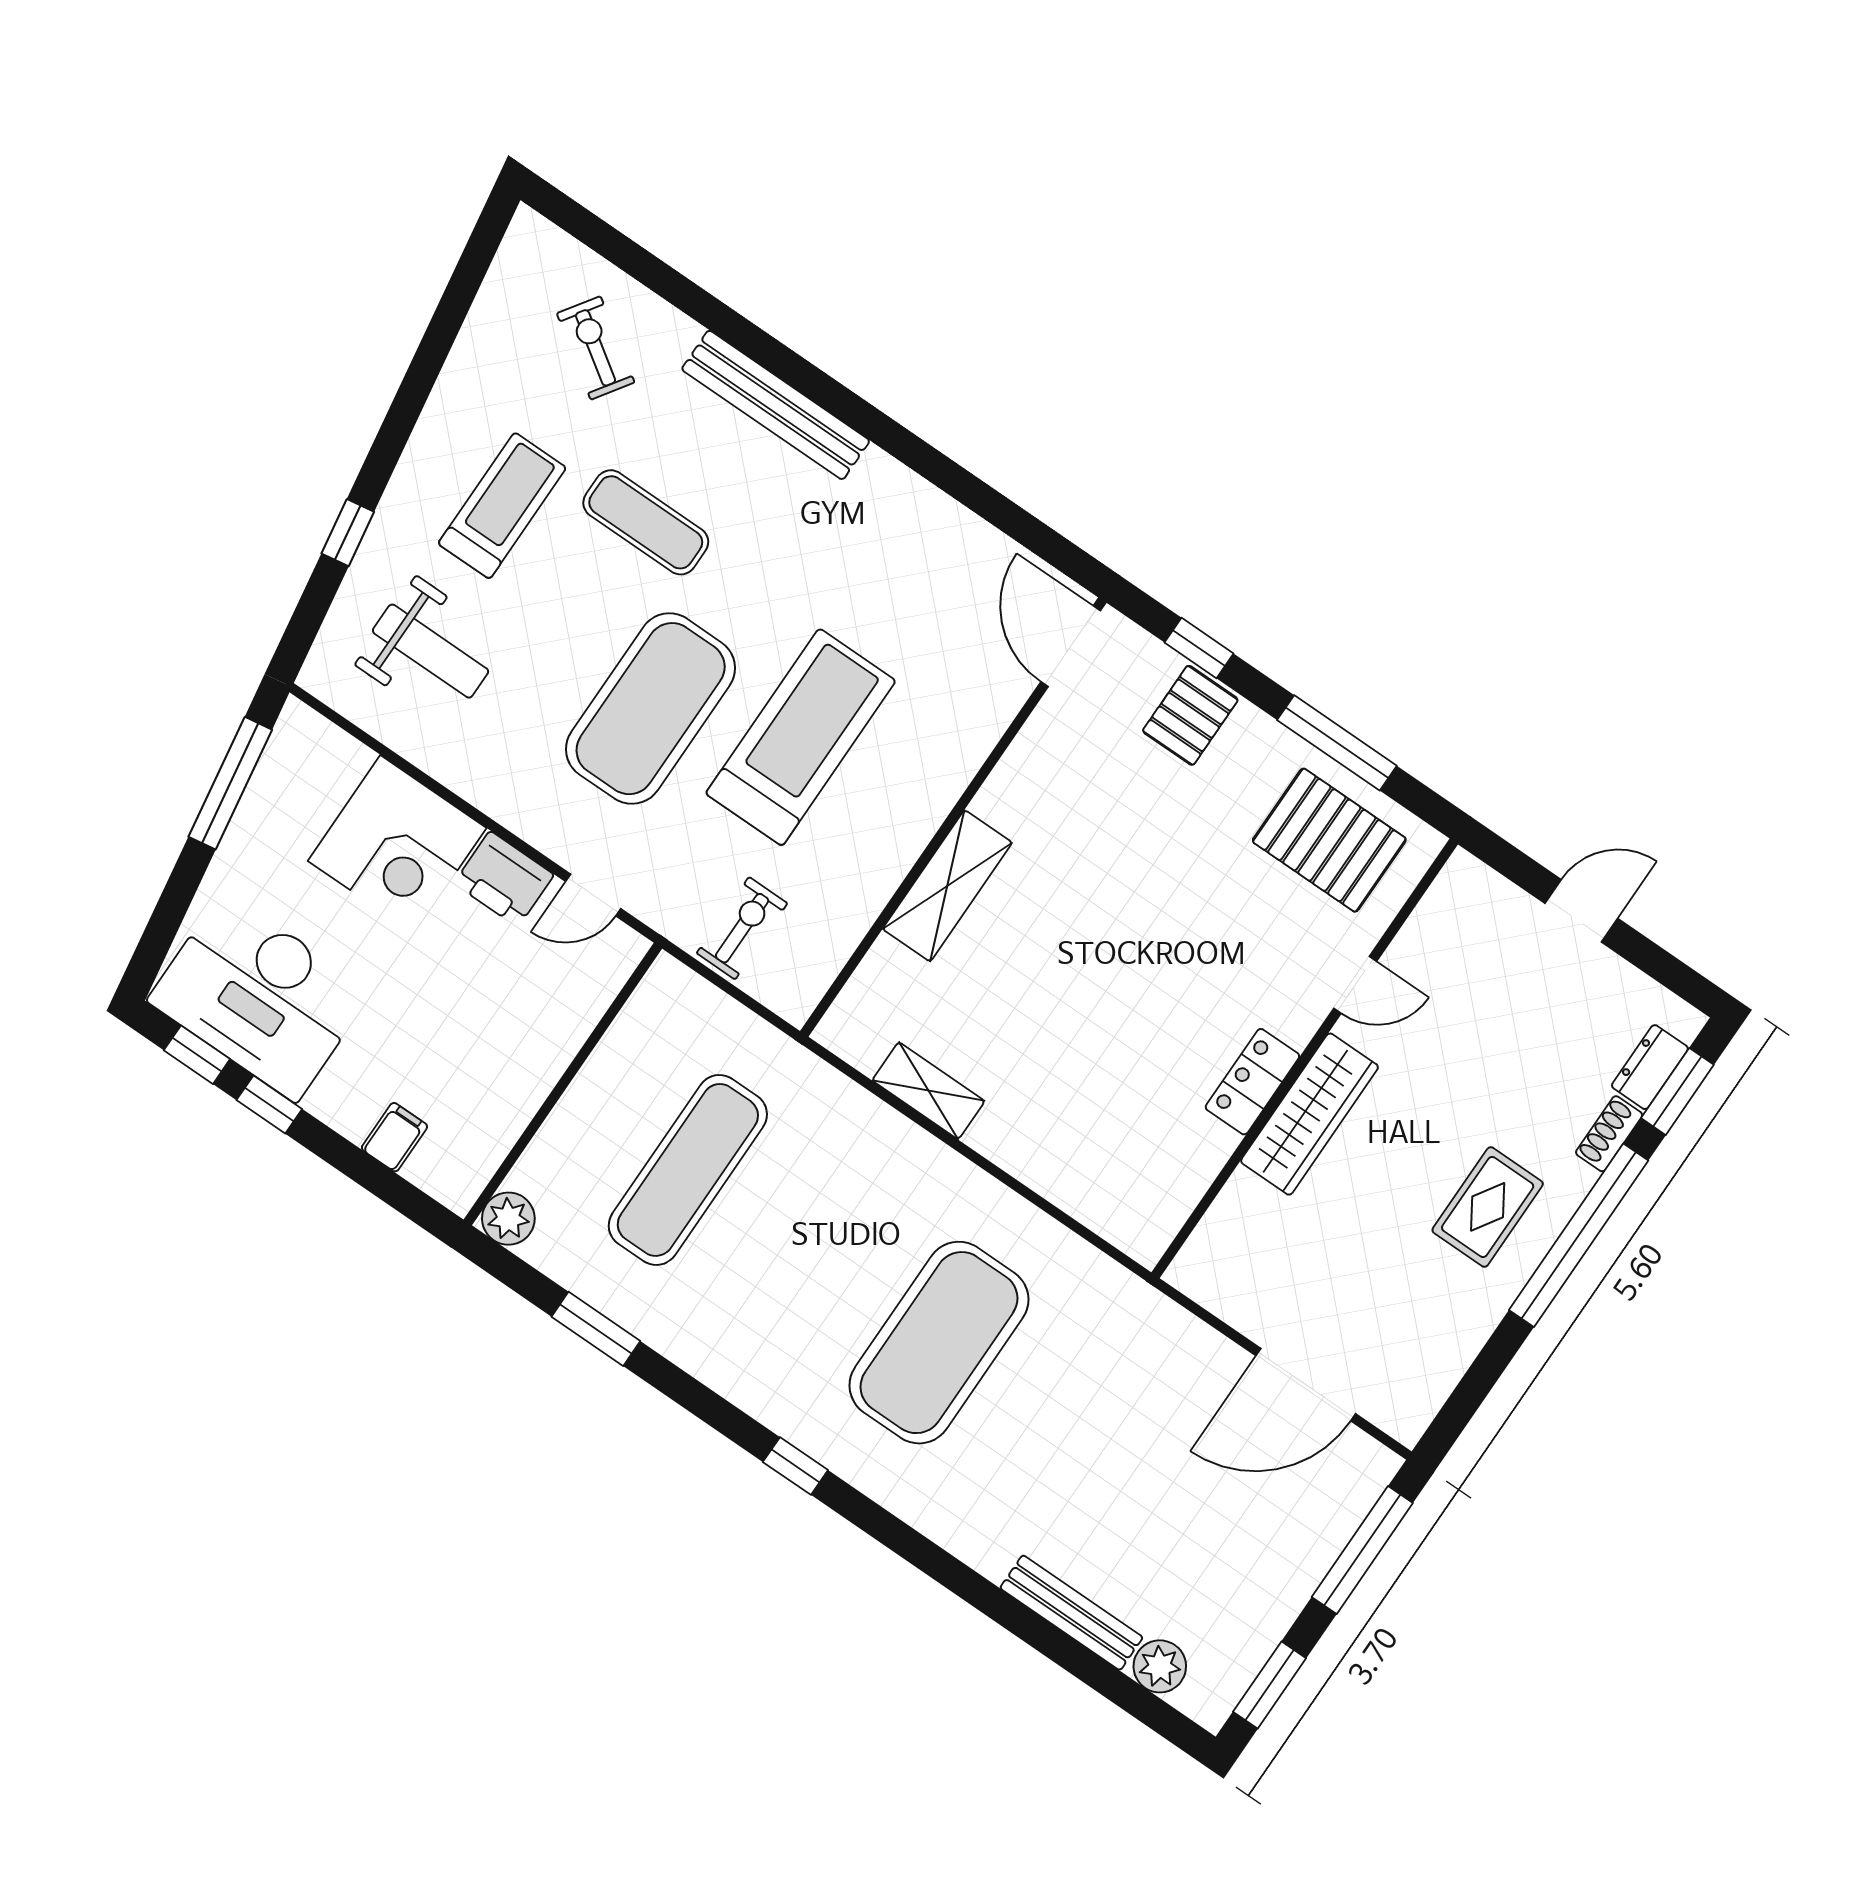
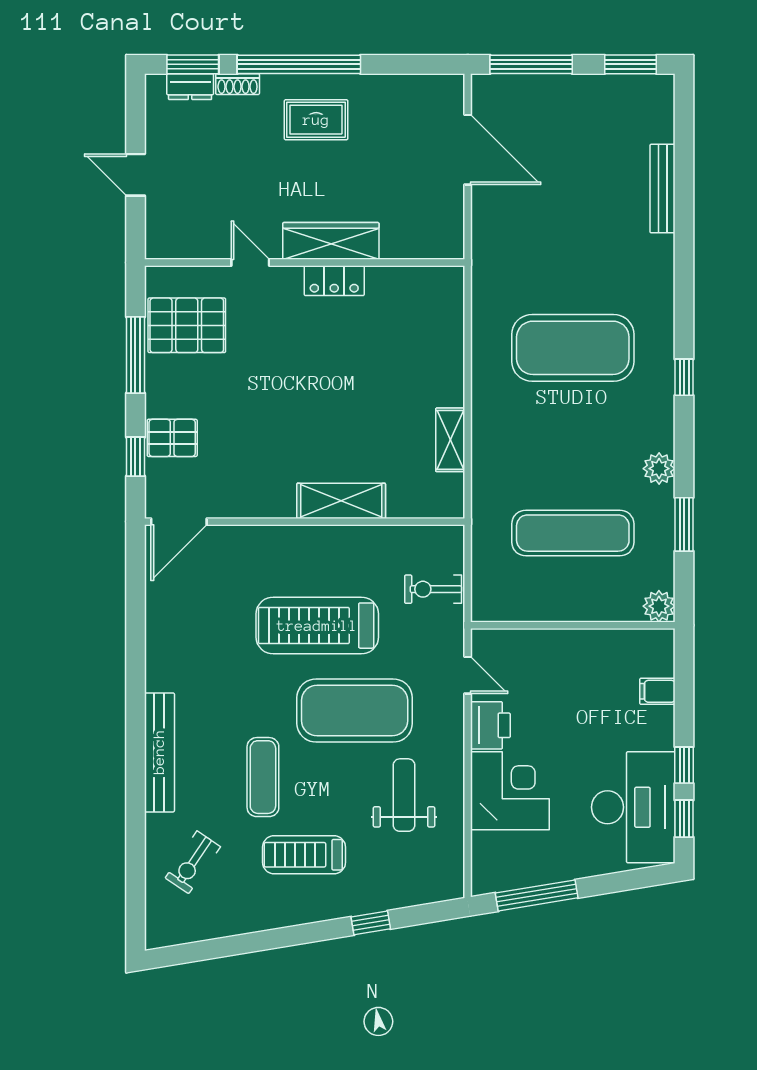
weight bench: (431, 651) -> (404, 795), moved
pallet: (1329, 840) -> (187, 325), turned 90
plant: (1160, 1666) -> (659, 469), moved

